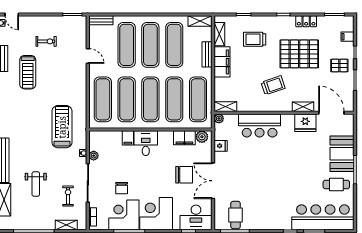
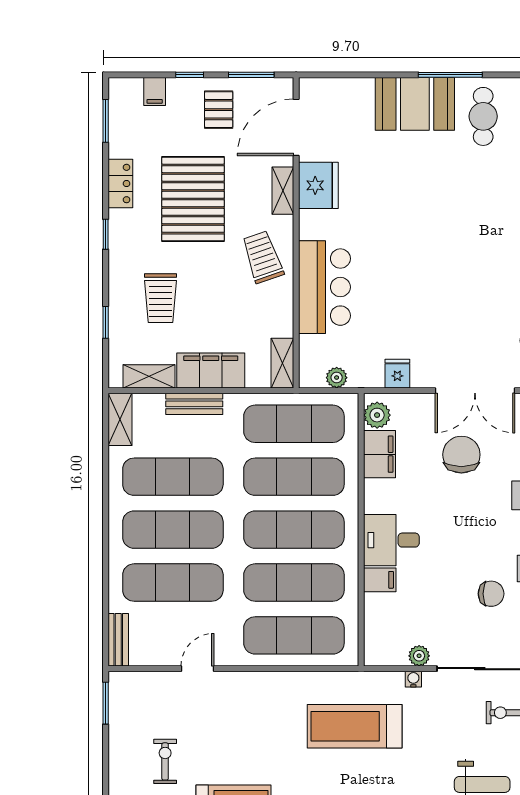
shelving: (225, 107) -> (282, 363), moved
shelving: (303, 107) -> (283, 191), moved
wall: (284, 113) -> (296, 233), moved
door: (331, 113) -> (296, 127), moved
fridge: (305, 123) -> (318, 185), moved
bar counter: (260, 125) -> (324, 287), moved

